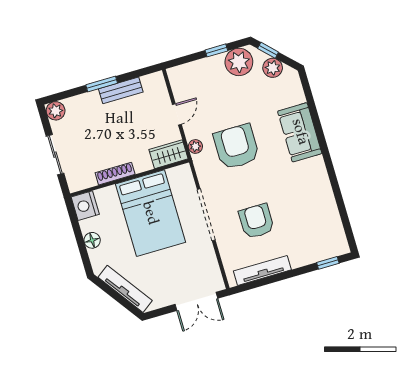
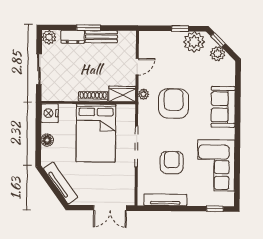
dresser: (85, 102) -> (73, 37), added
shoe rack: (115, 174) -> (93, 96), moved
corner sofa: (313, 208) -> (216, 165), added

